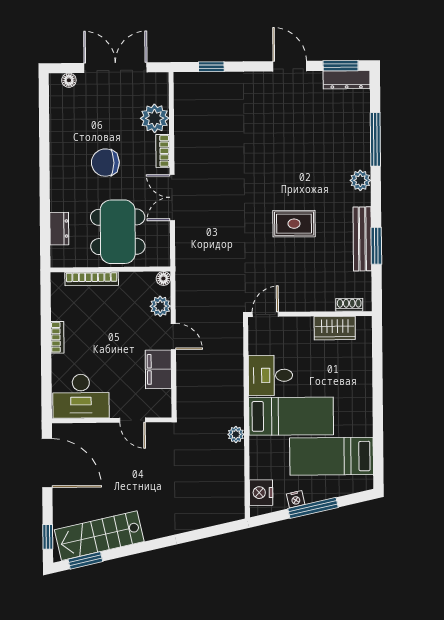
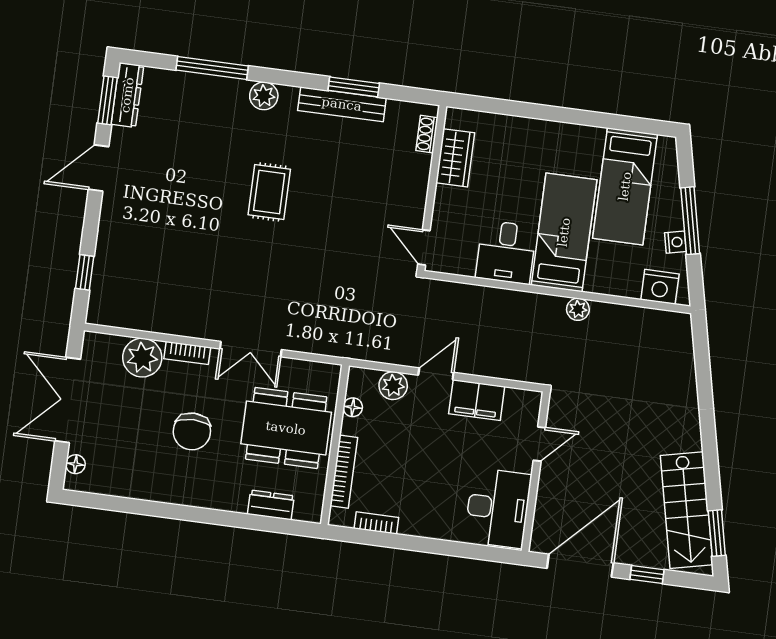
rug: (294, 224) -> (269, 192), moved
floor lamp: (163, 278) -> (353, 407), moved
bookcase: (57, 337) -> (376, 523), moved
window: (48, 537) -> (647, 574), moved

